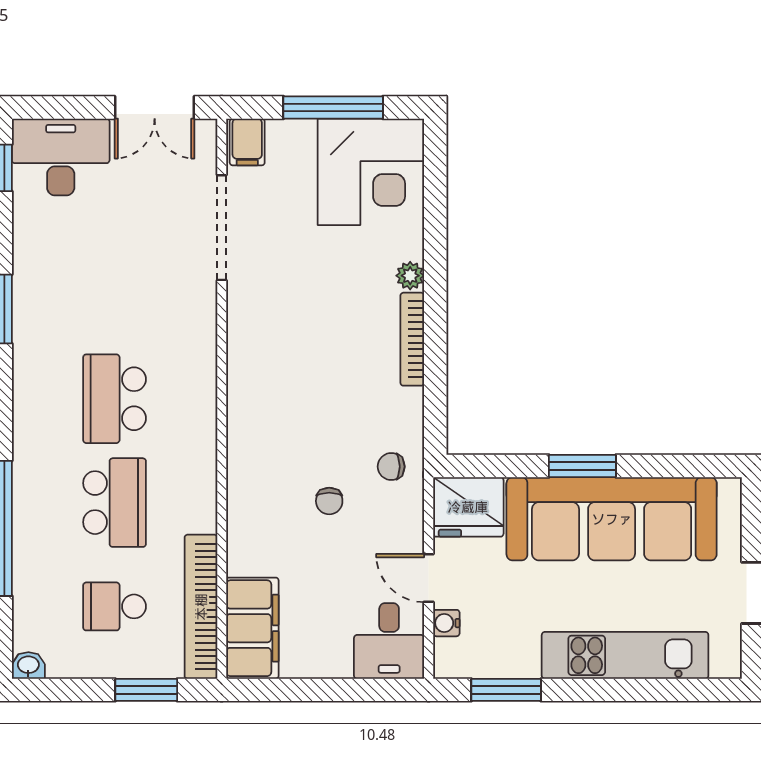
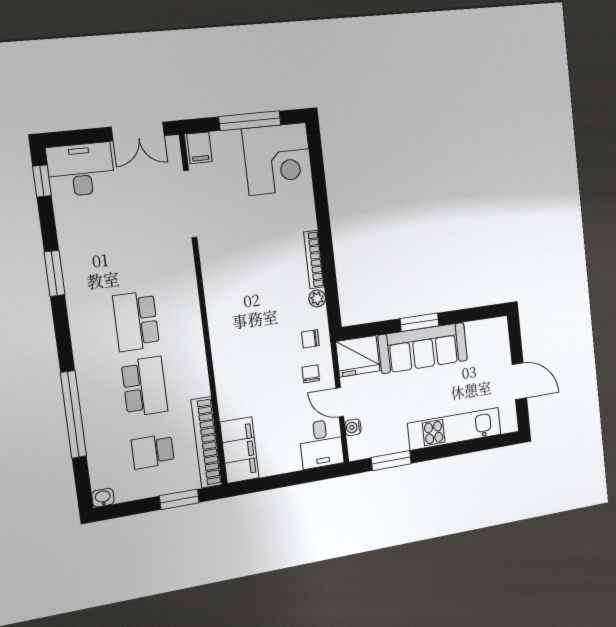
plant: (410, 276) -> (317, 298), moved
chair: (329, 501) -> (311, 374), moved, turned 180
sofa: (612, 519) -> (423, 348), width x0.74, depth x0.79

